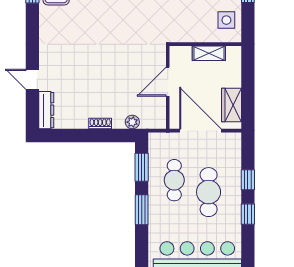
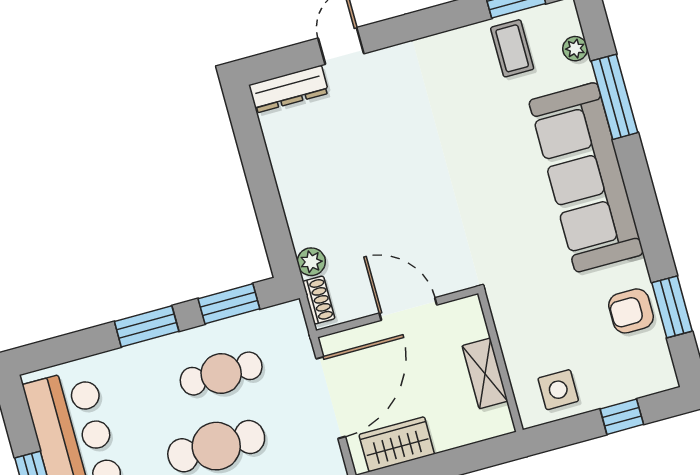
shoe rack: (100, 124) -> (319, 300), moved

